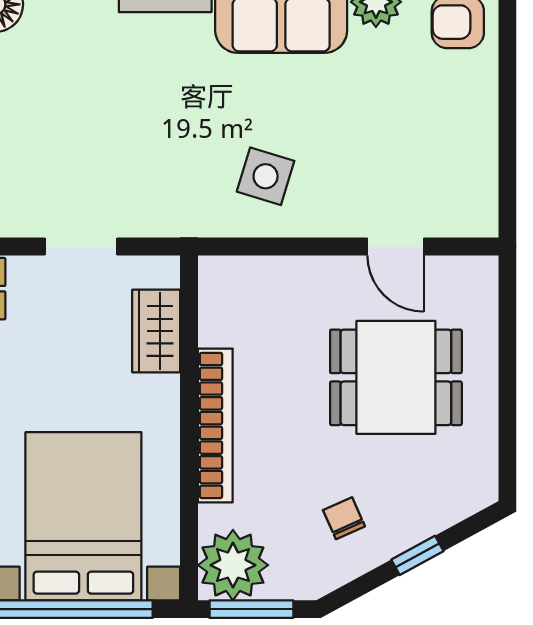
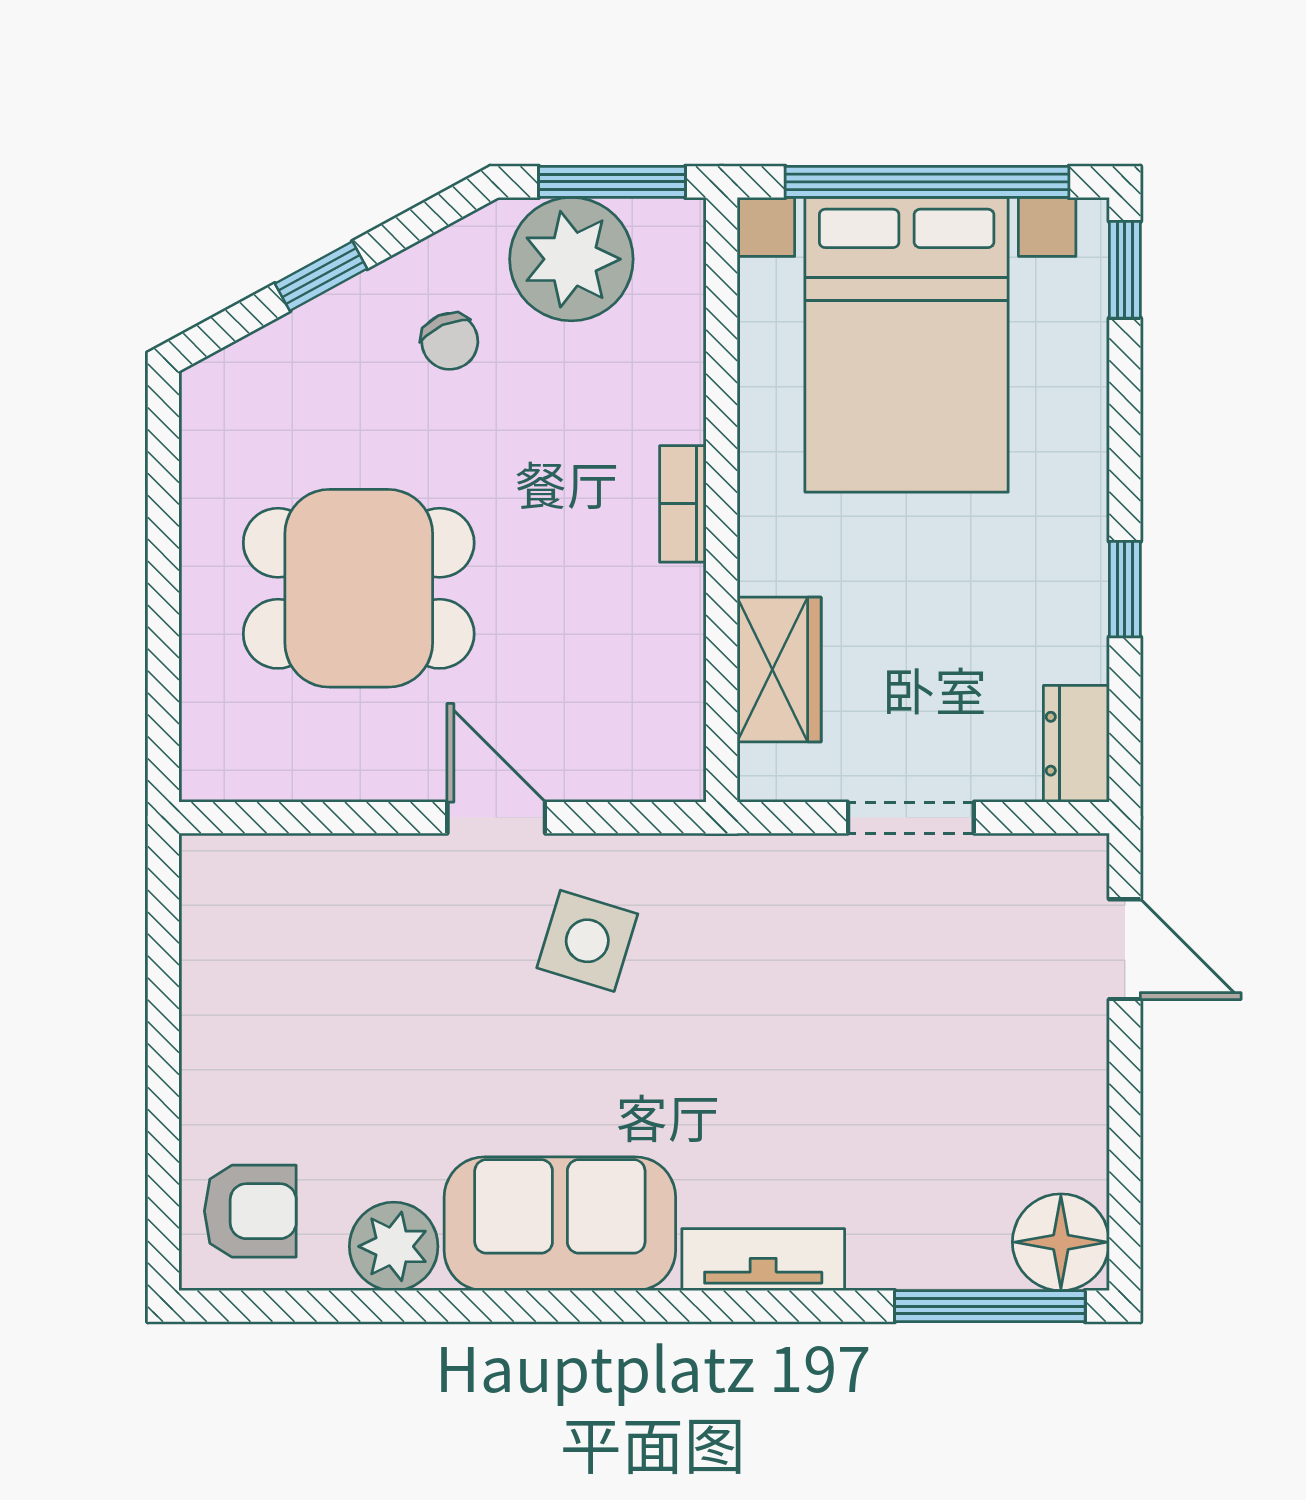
door: (396, 246) -> (496, 818), moved
bookcase: (215, 425) -> (683, 504), width x0.43, depth x0.76
plant: (233, 565) -> (571, 259), moved

